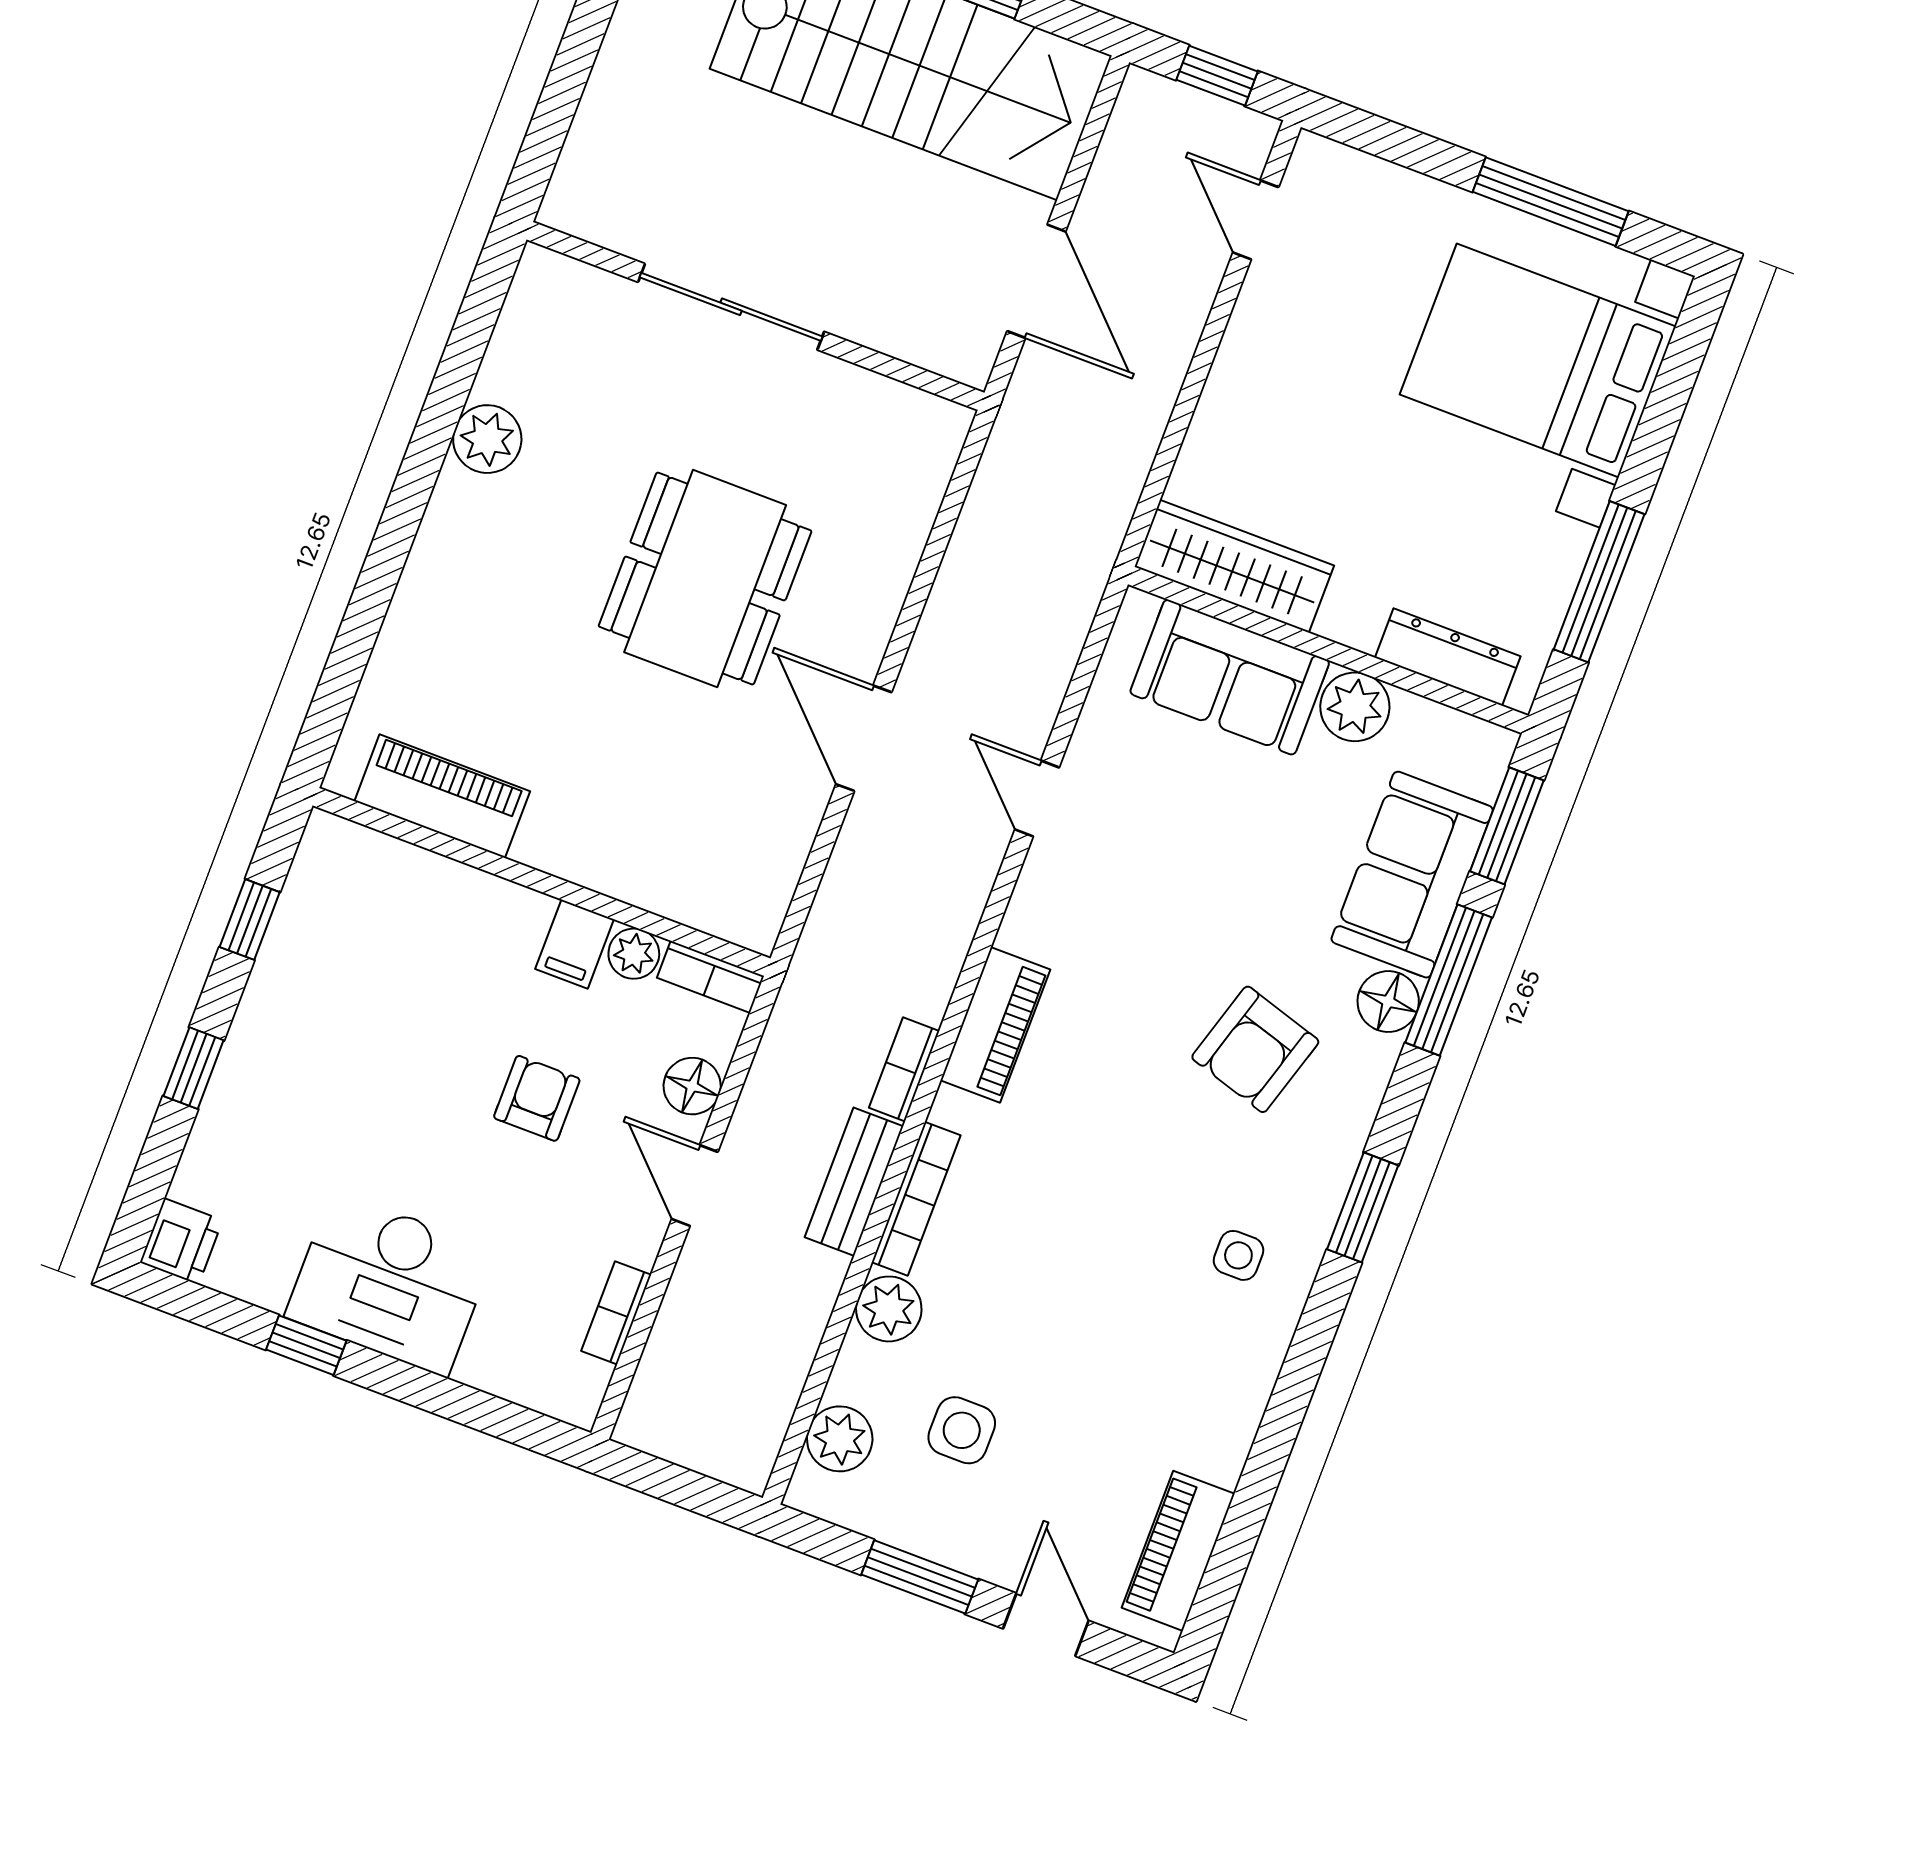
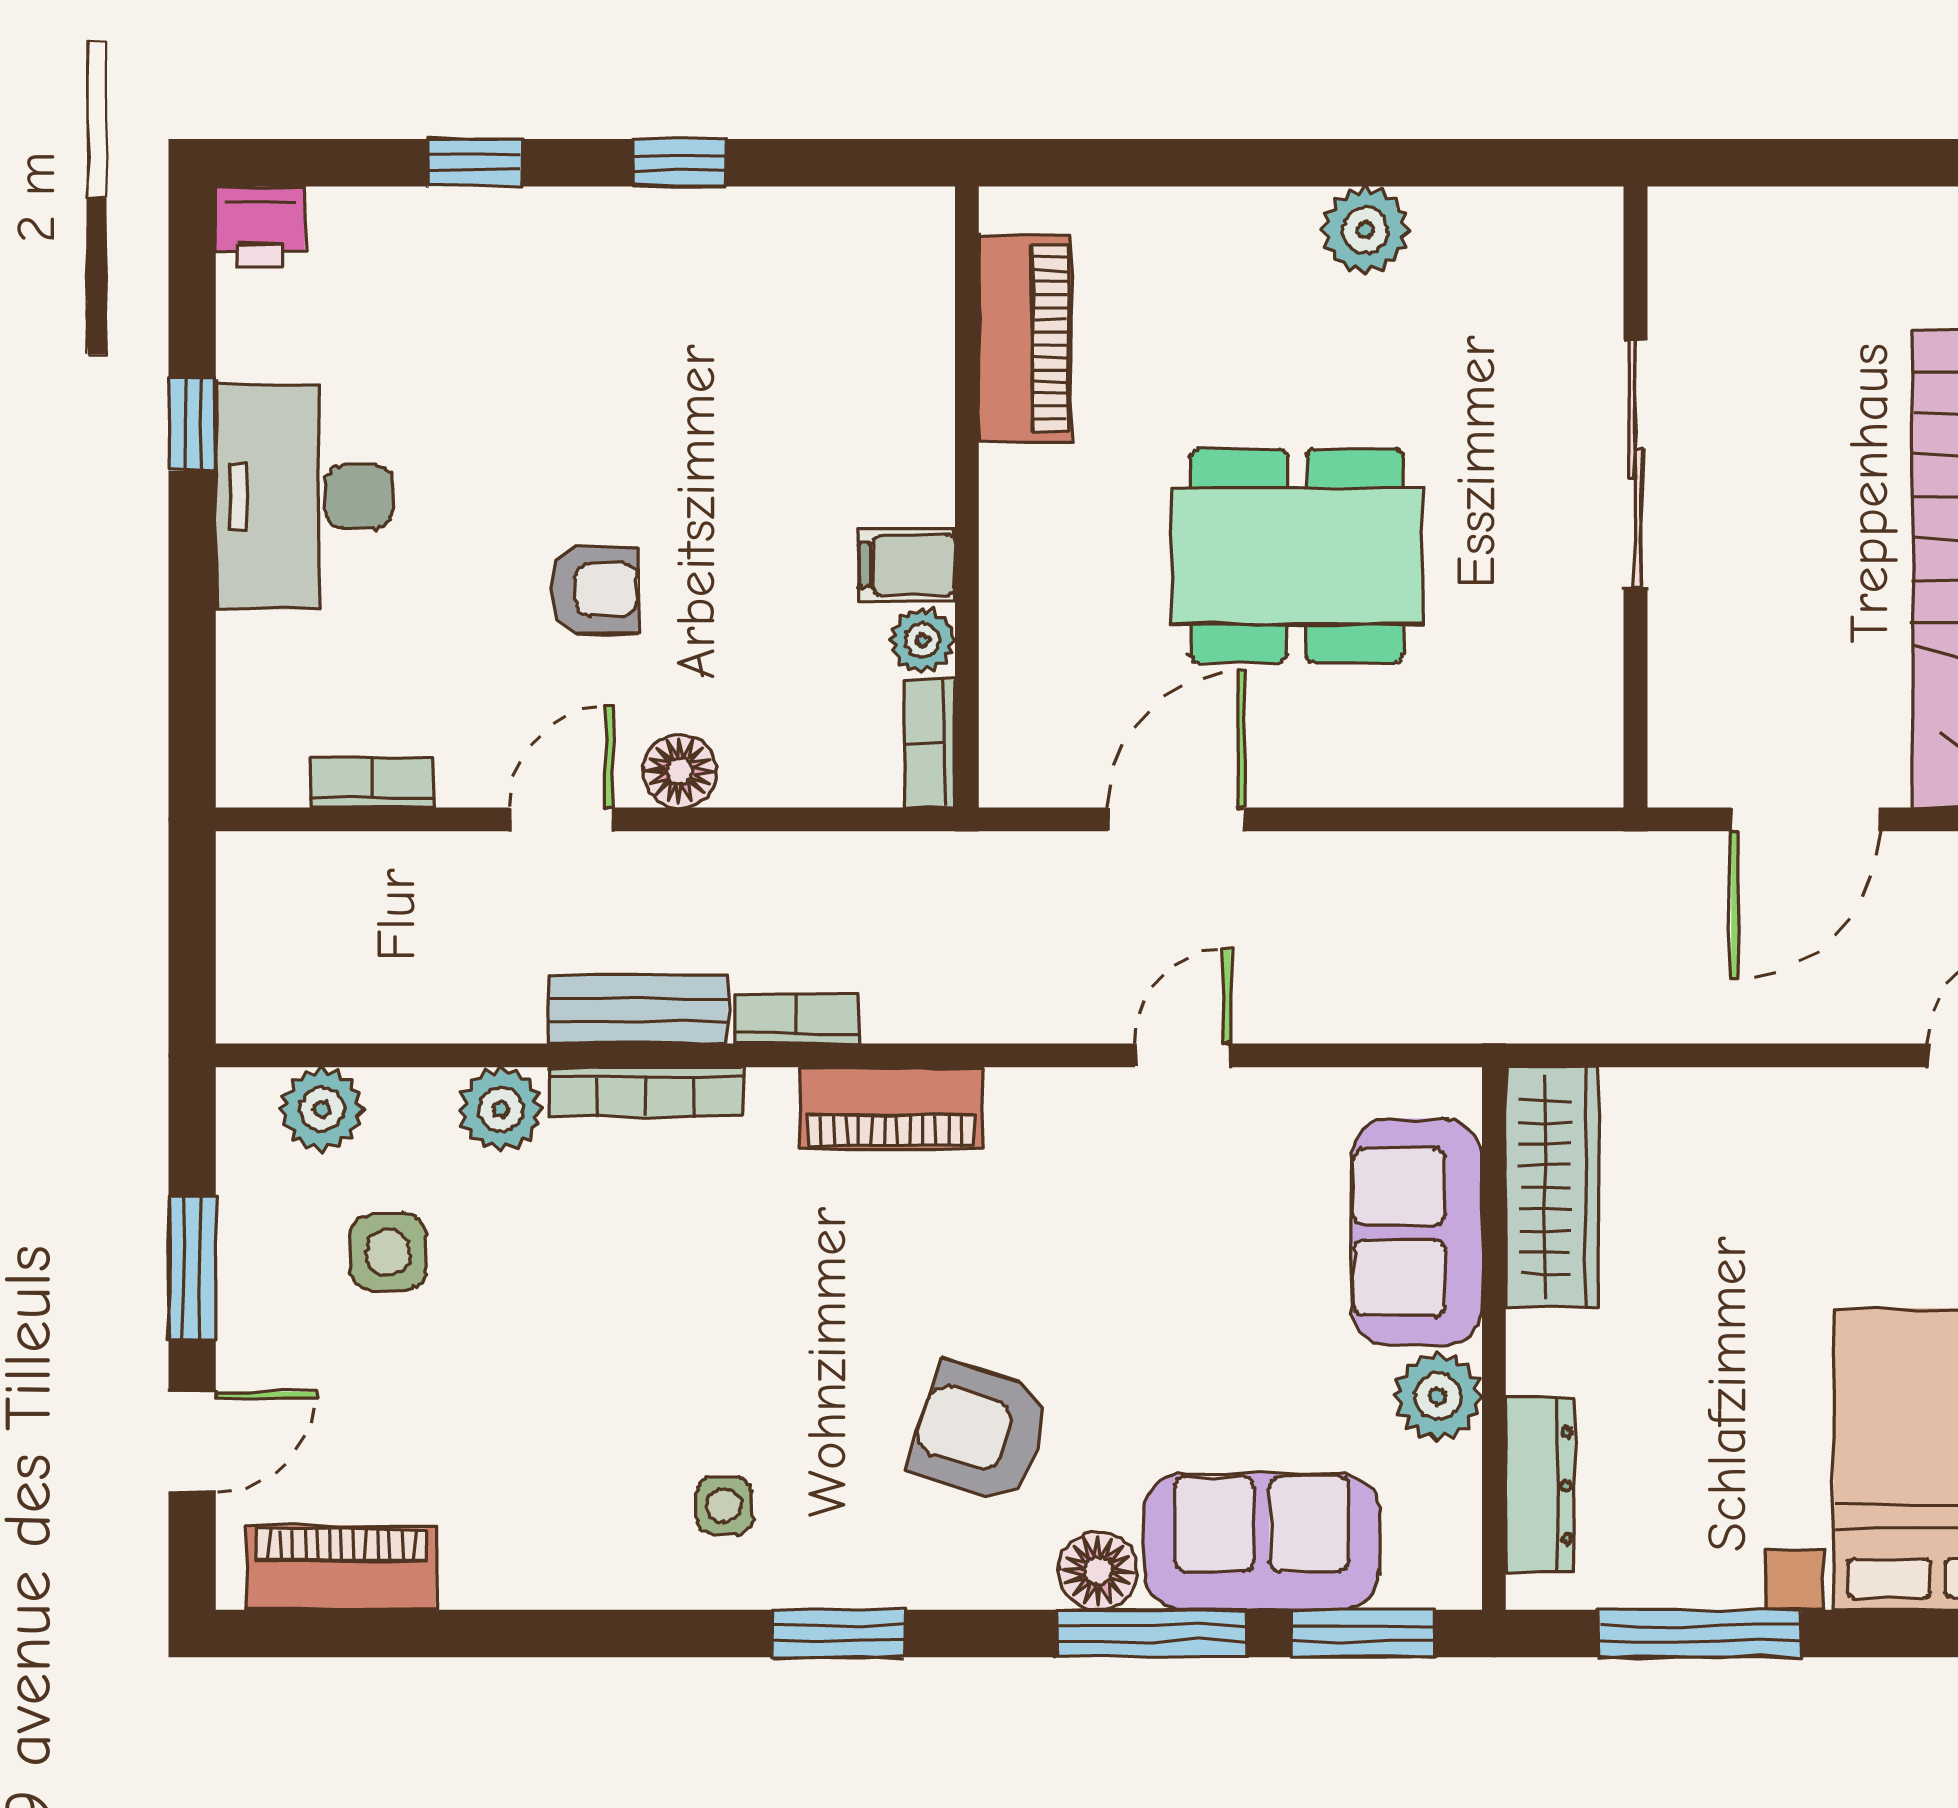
piano: (442, 796) -> (1025, 338), moved
wall: (542, 882) -> (967, 497), moved
filing cabinet: (575, 944) -> (907, 565), moved
plant: (634, 954) -> (923, 641), moved
bookcase: (710, 977) -> (929, 744), moved

